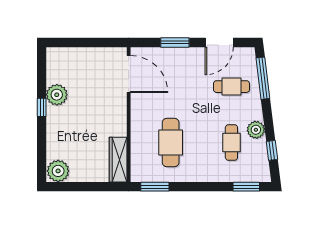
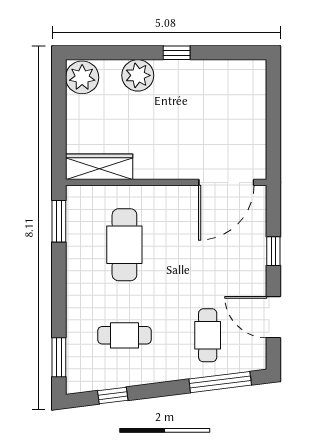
window: (175, 42) -> (273, 251), width x0.67
plant: (57, 95) -> (138, 75), moved
plant: (256, 130) -> (143, 372), removed
cafe table: (171, 143) -> (124, 245), turned 90

